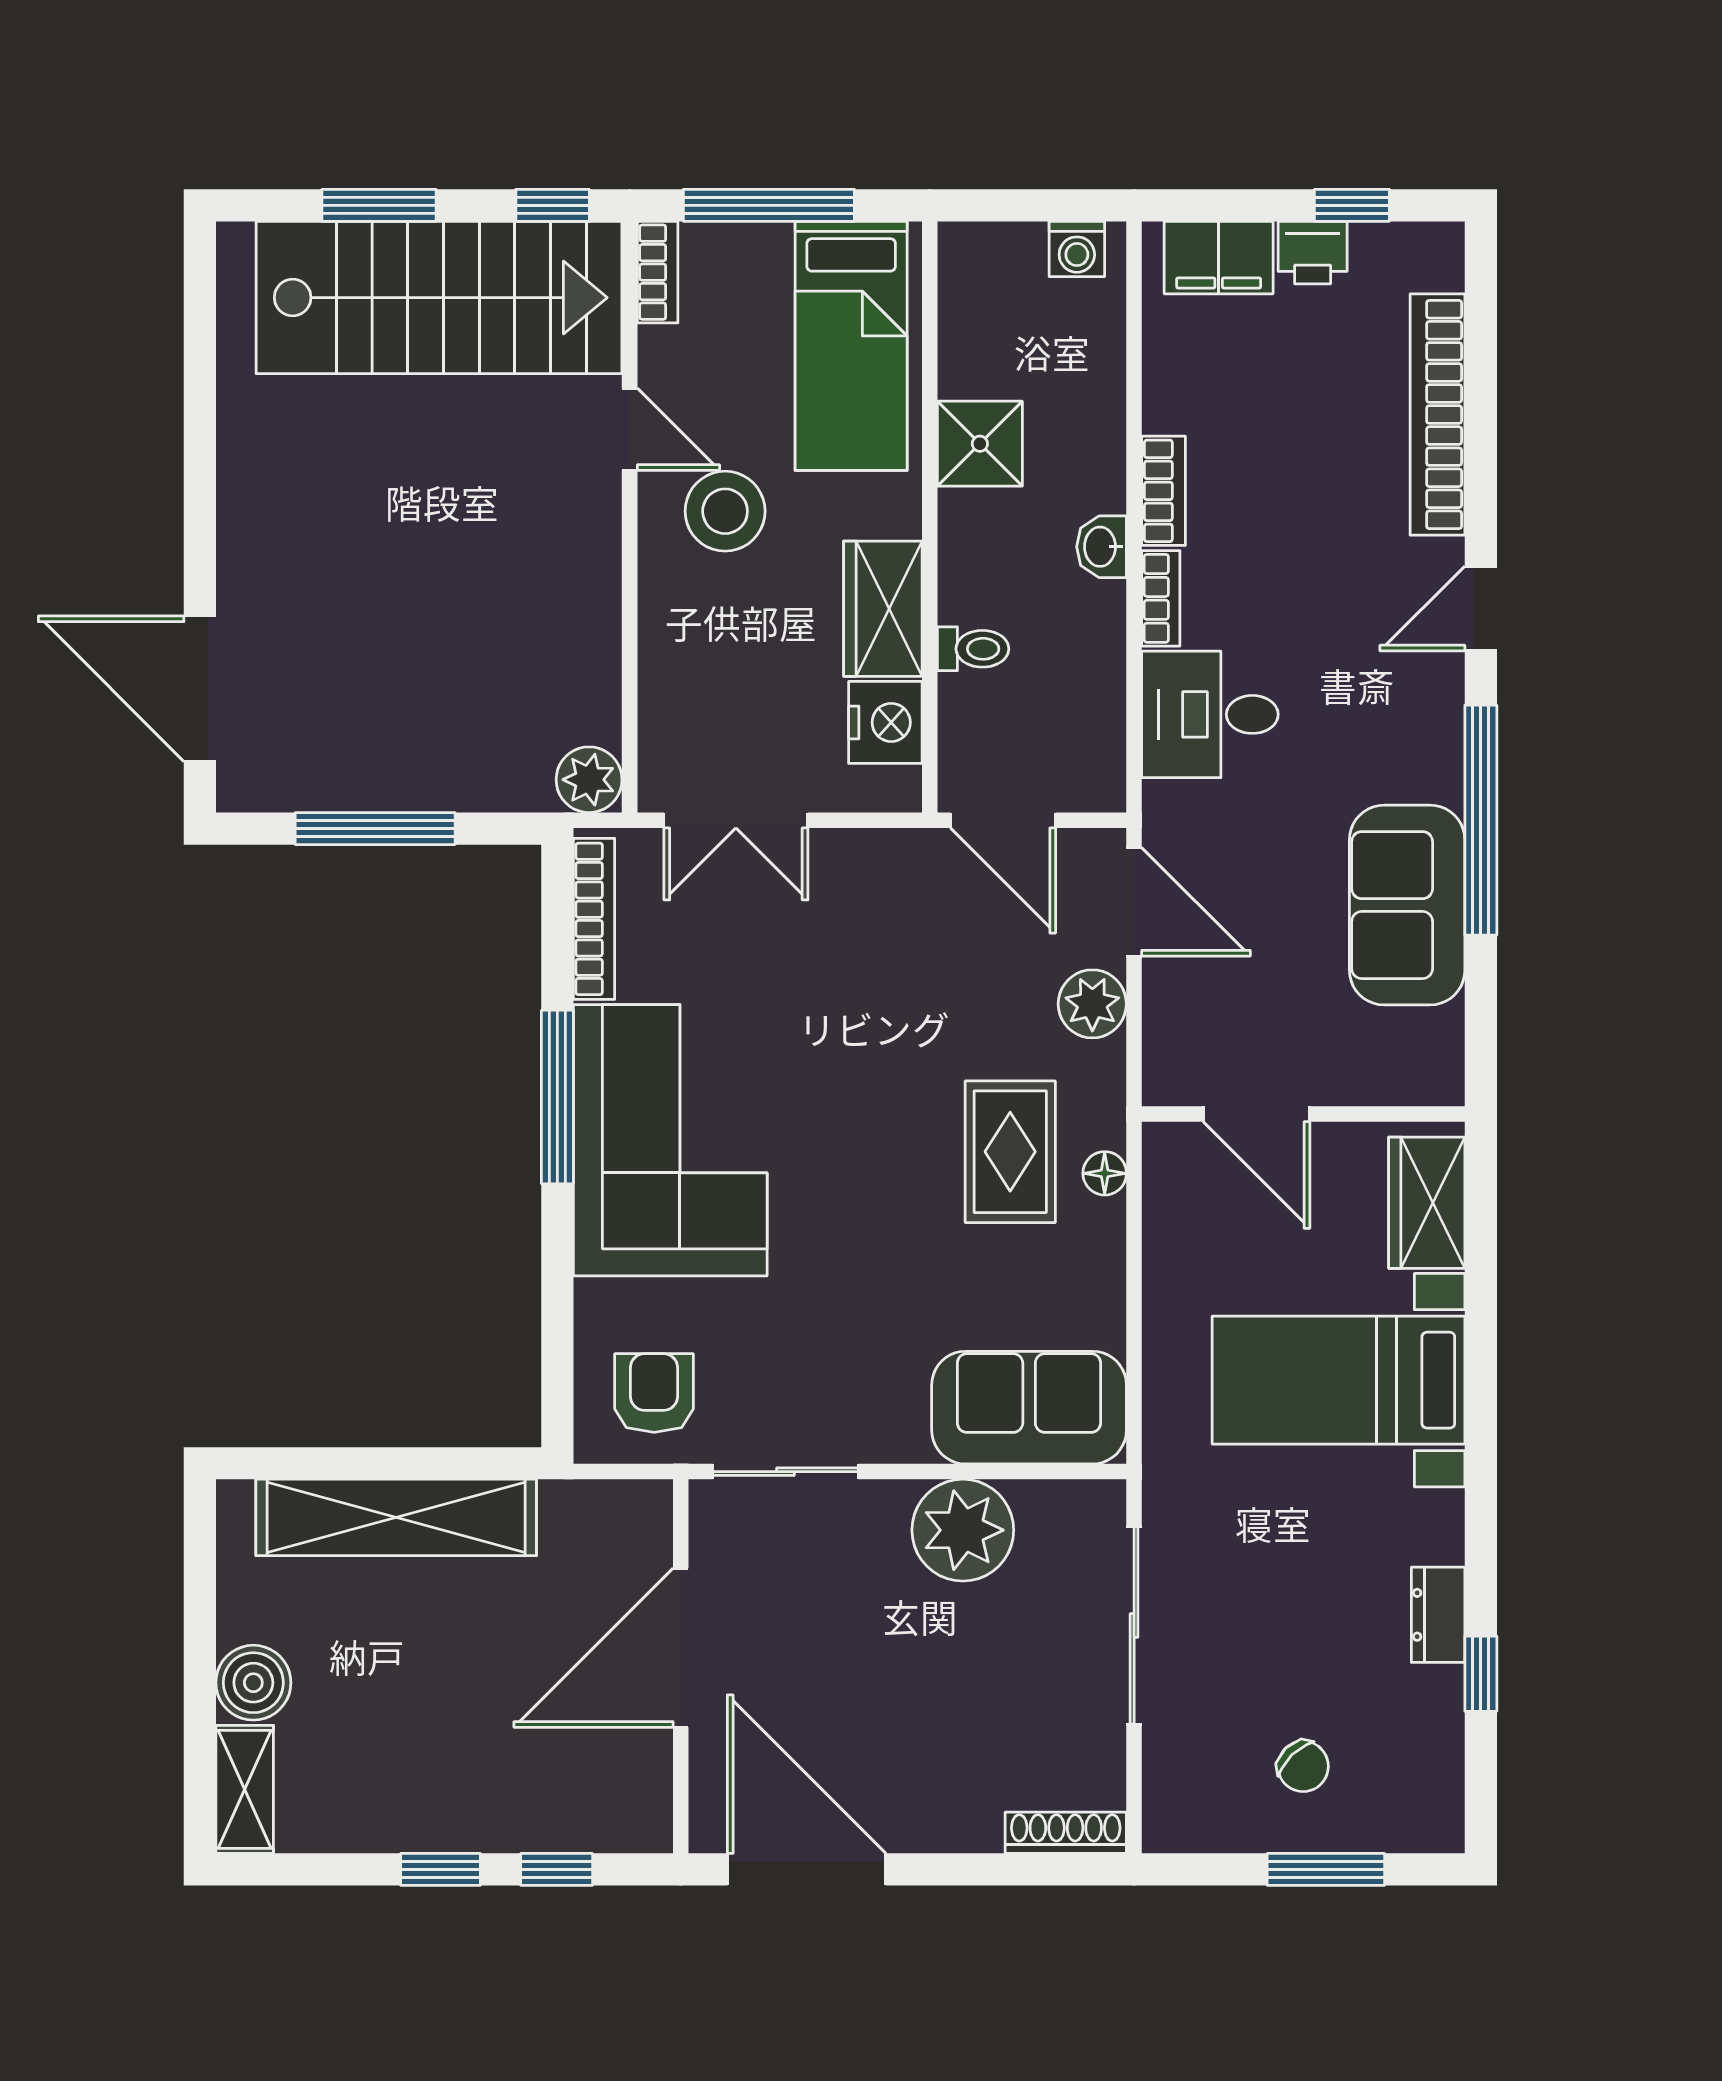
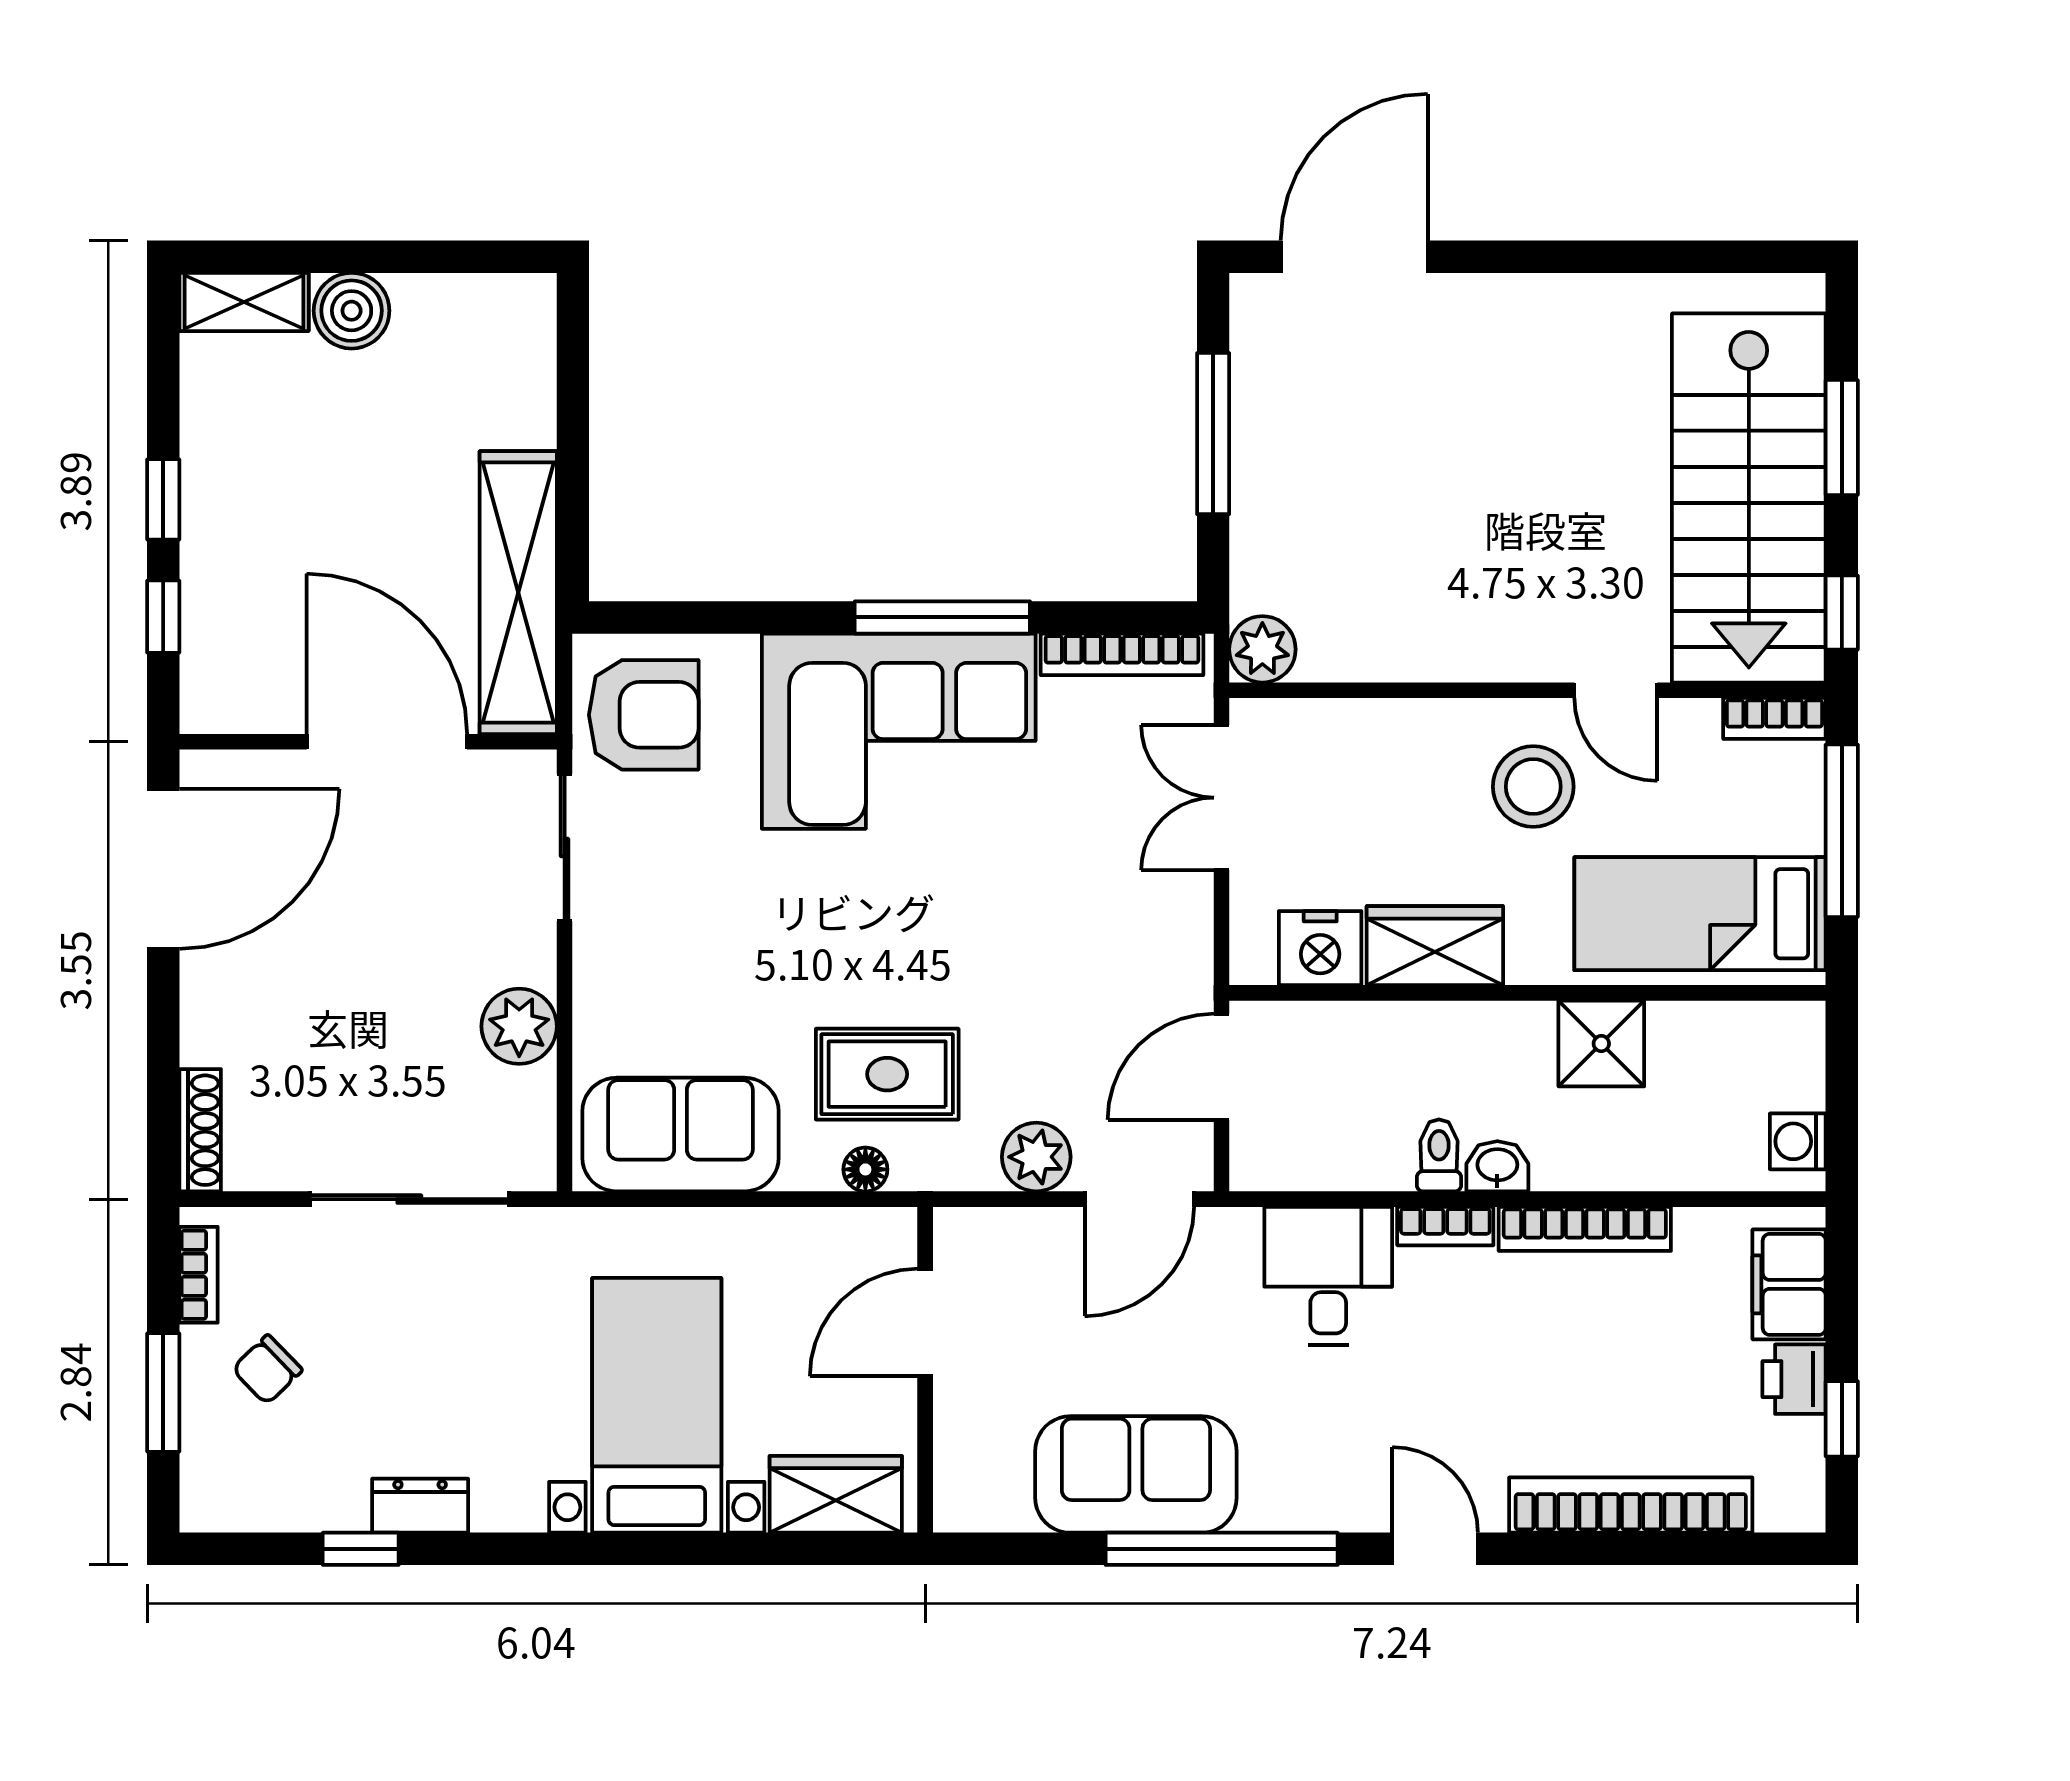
door: (630, 429) -> (1616, 690), hinge flipped
bookcase: (1164, 491) -> (1585, 1229), width x1.56
toilet: (973, 649) -> (1439, 1155), moved, turned 180
armchair: (654, 1393) -> (644, 715), width x1.38, depth x1.38
sofa: (1029, 1408) -> (680, 1135), moved, turned -90
shelving: (396, 1517) -> (518, 593), moved
plant: (963, 1530) -> (519, 1026), width x0.73, depth x0.73
bookcase: (1209, 1834) -> (199, 1275), added

